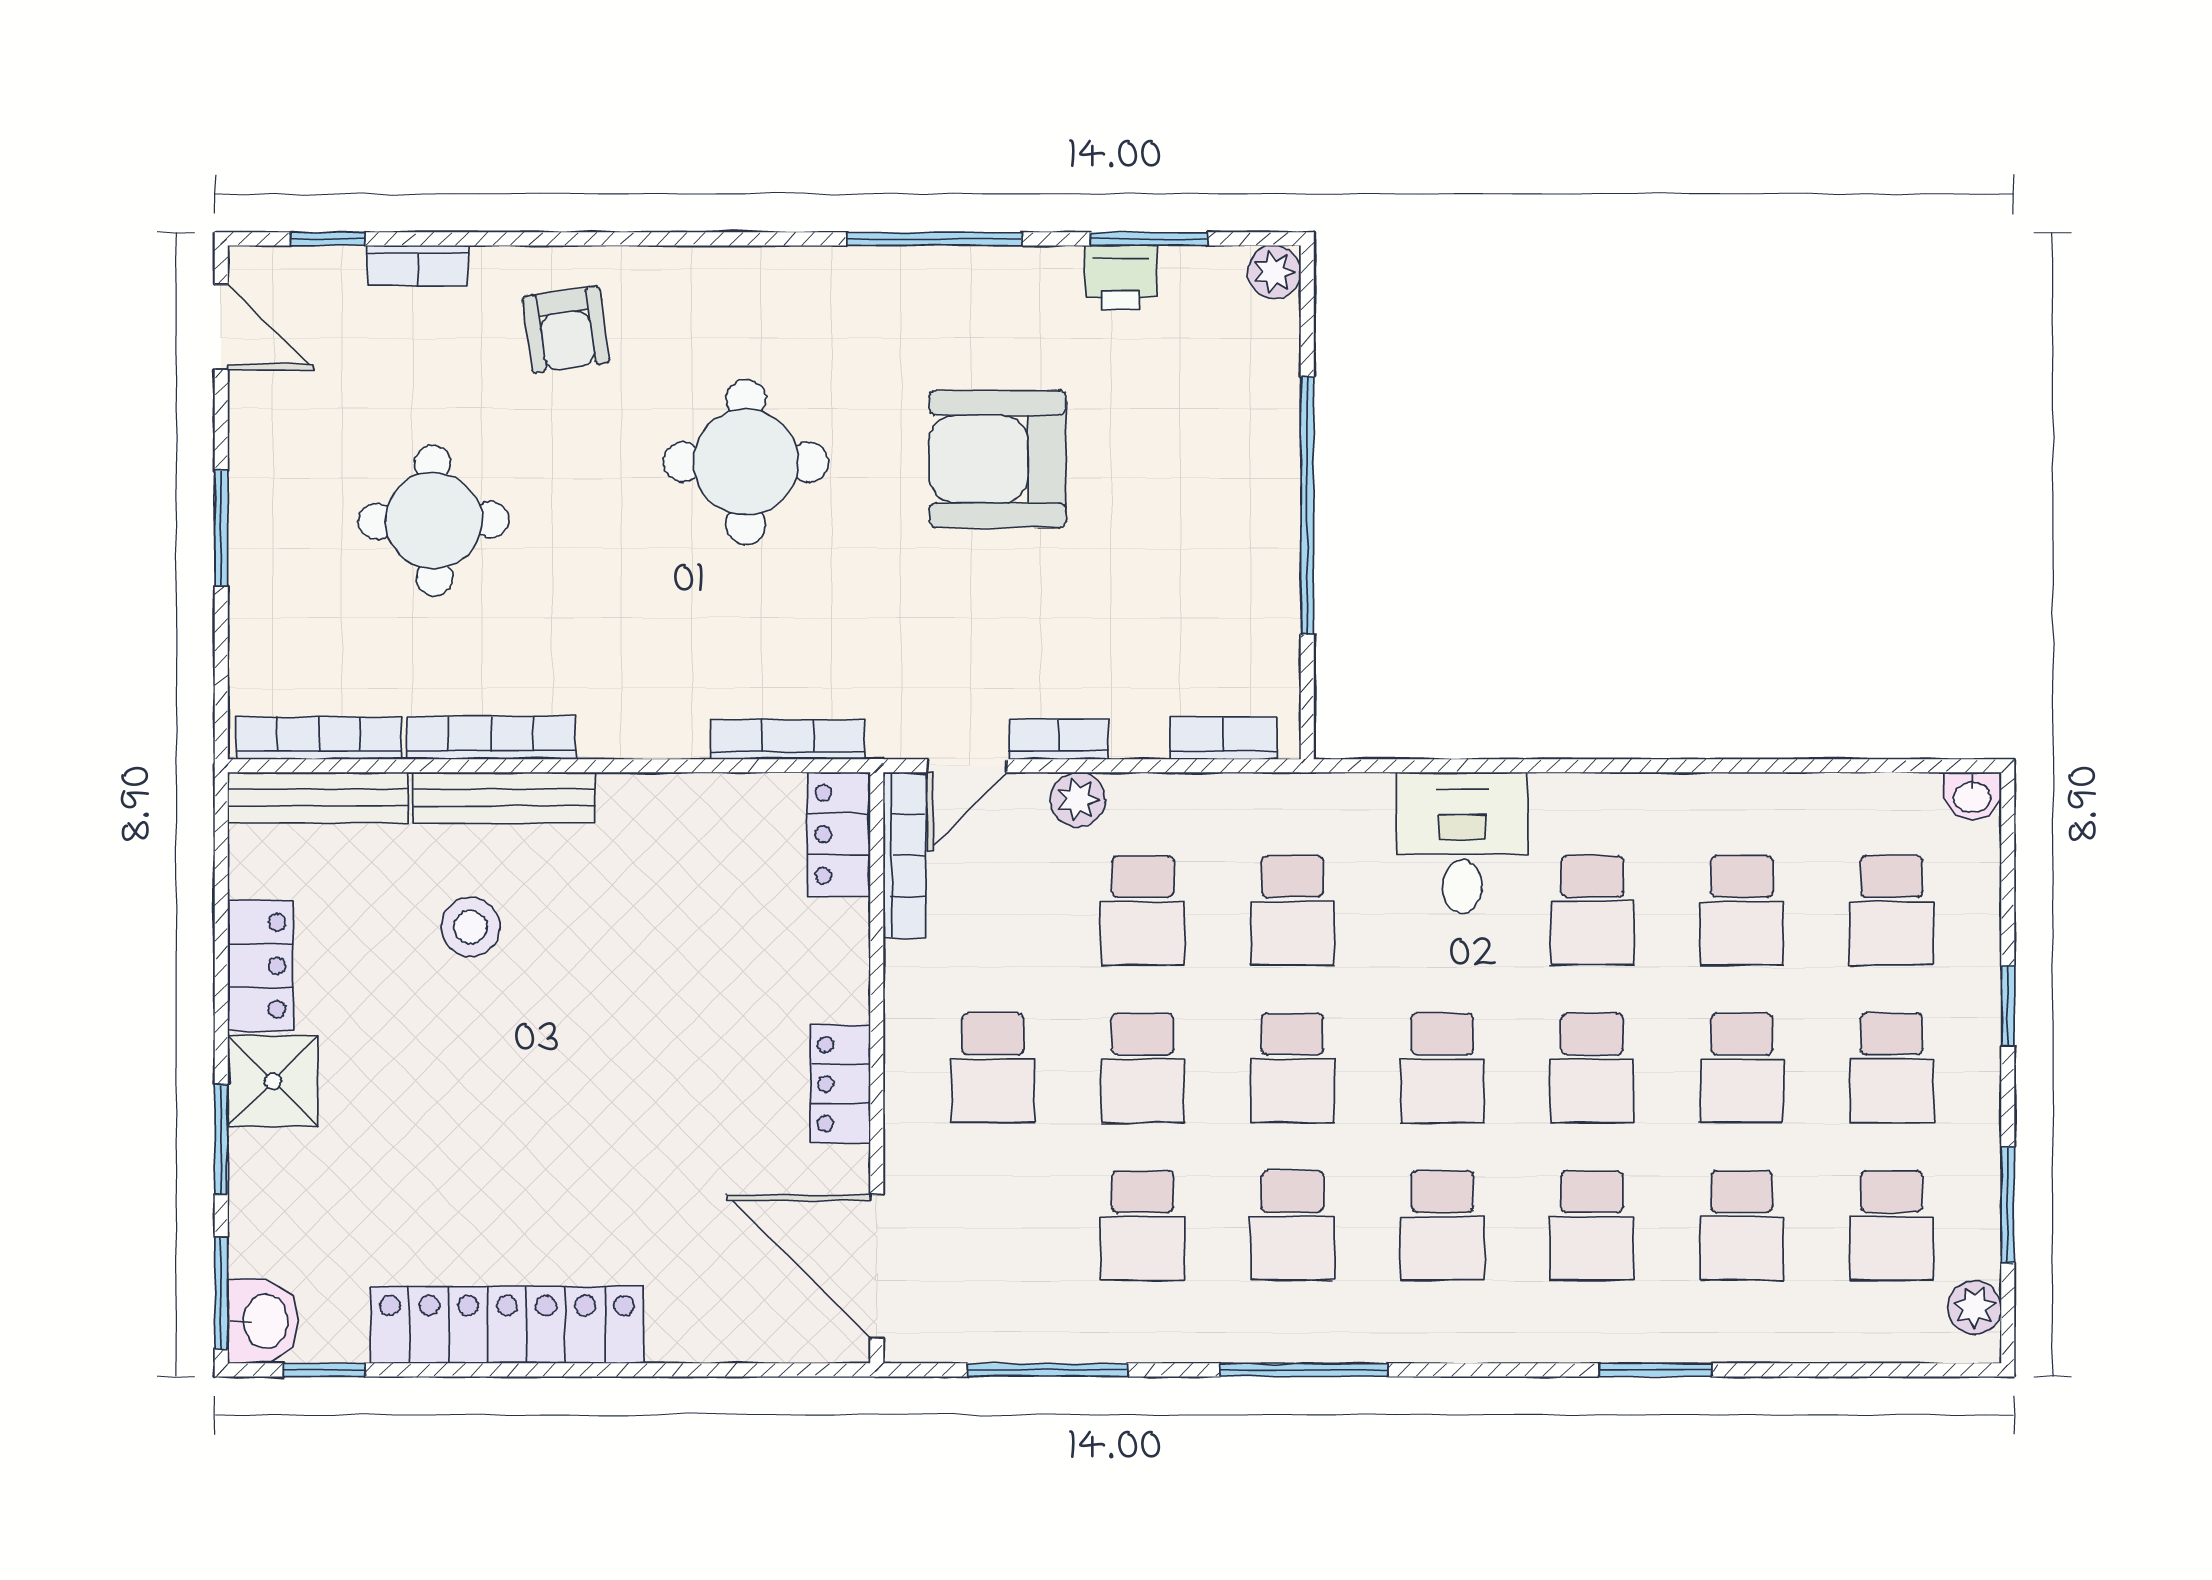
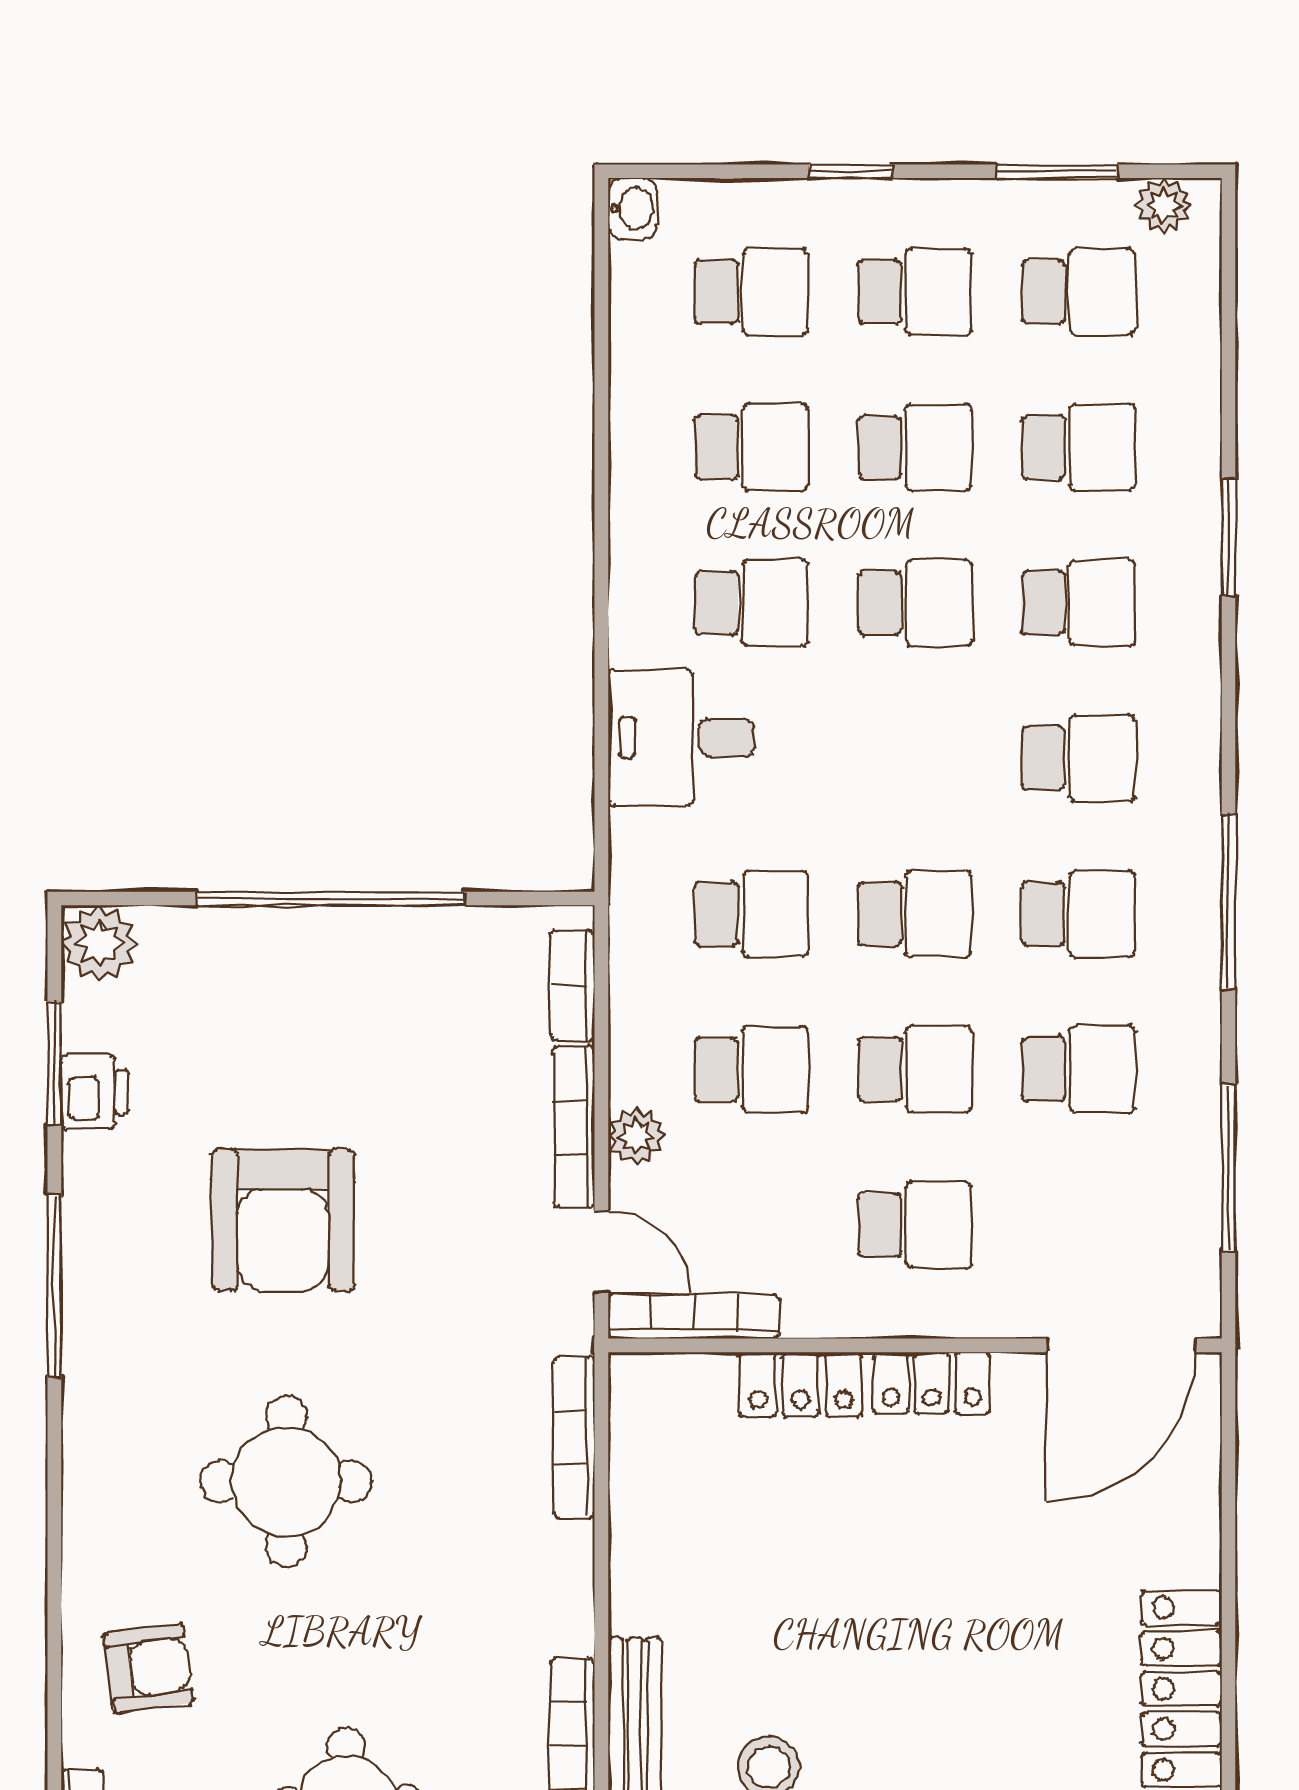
plant: (1274, 272) -> (99, 943), width x1.38, depth x1.38
bookcase: (1059, 739) -> (574, 1127), width x1.56
locker: (839, 834) -> (801, 1385), moved
school desk: (1442, 1068) -> (915, 758), removed

